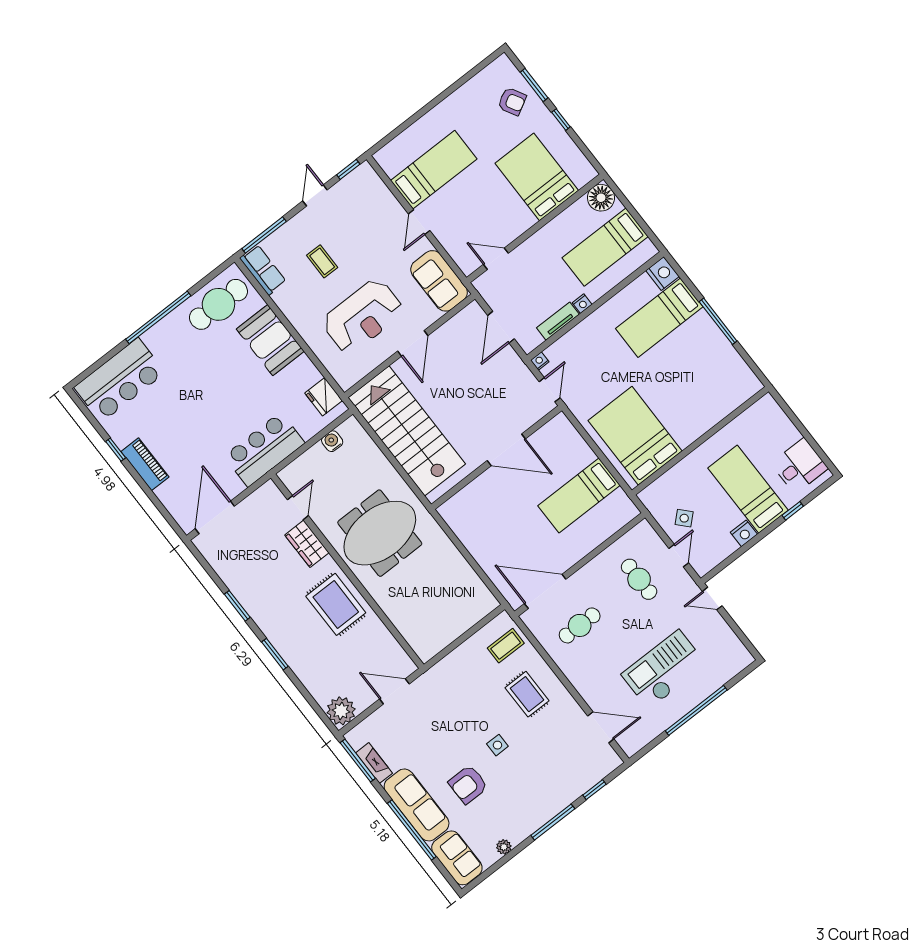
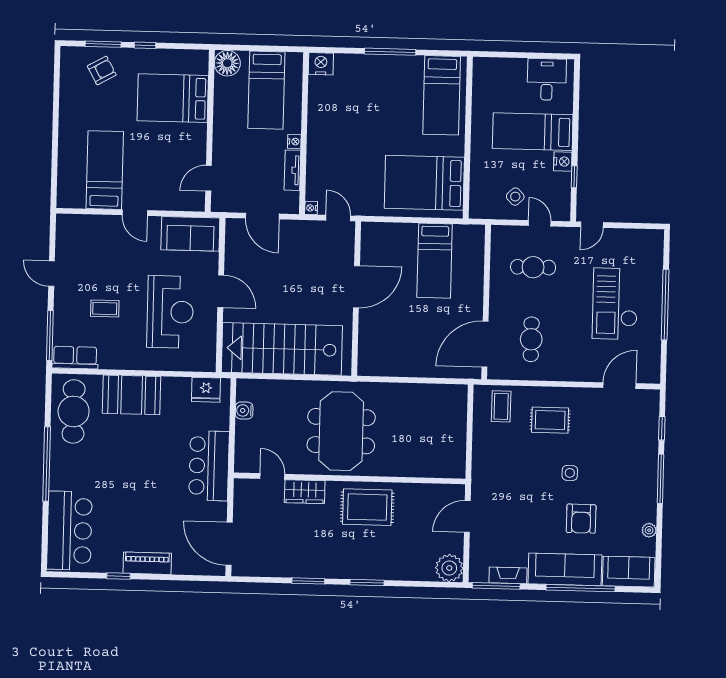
window: (348, 169) -> (53, 233), removed
bed: (659, 318) -> (442, 95), moved
window: (793, 511) -> (574, 177), moved

